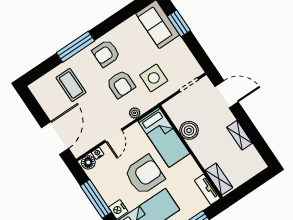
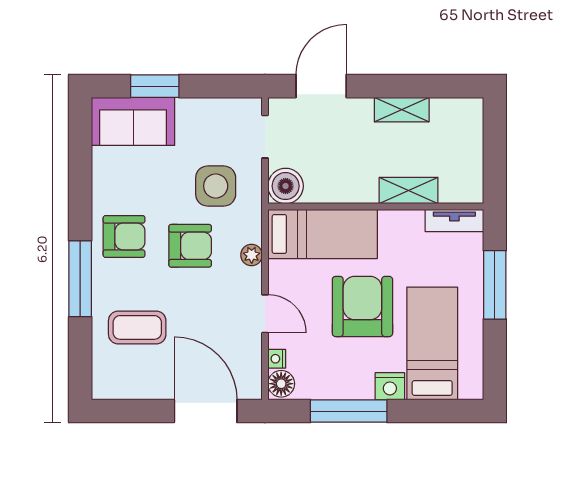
armchair: (106, 53) -> (124, 236), turned -90
boiler: (189, 130) -> (286, 186), moved
shelving: (219, 179) -> (409, 191), moved

